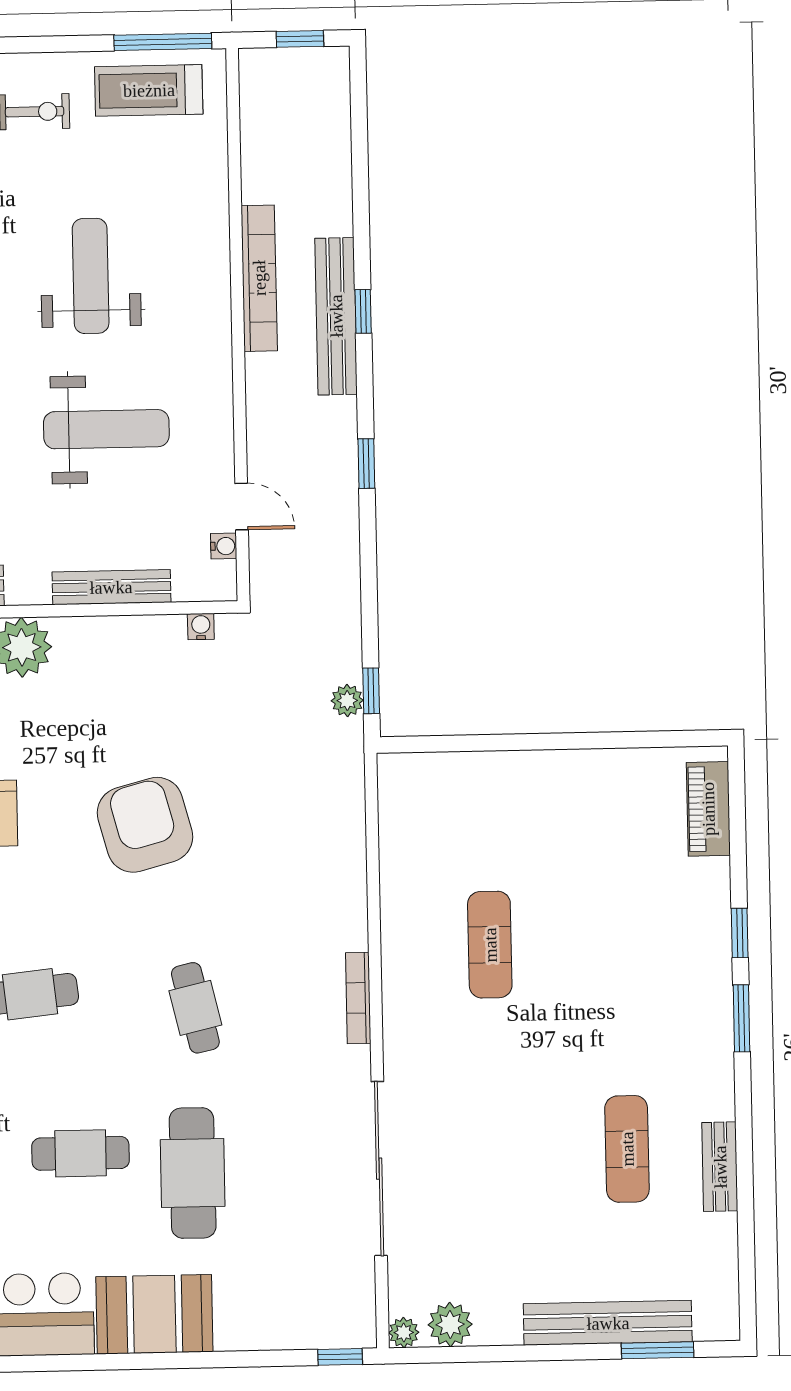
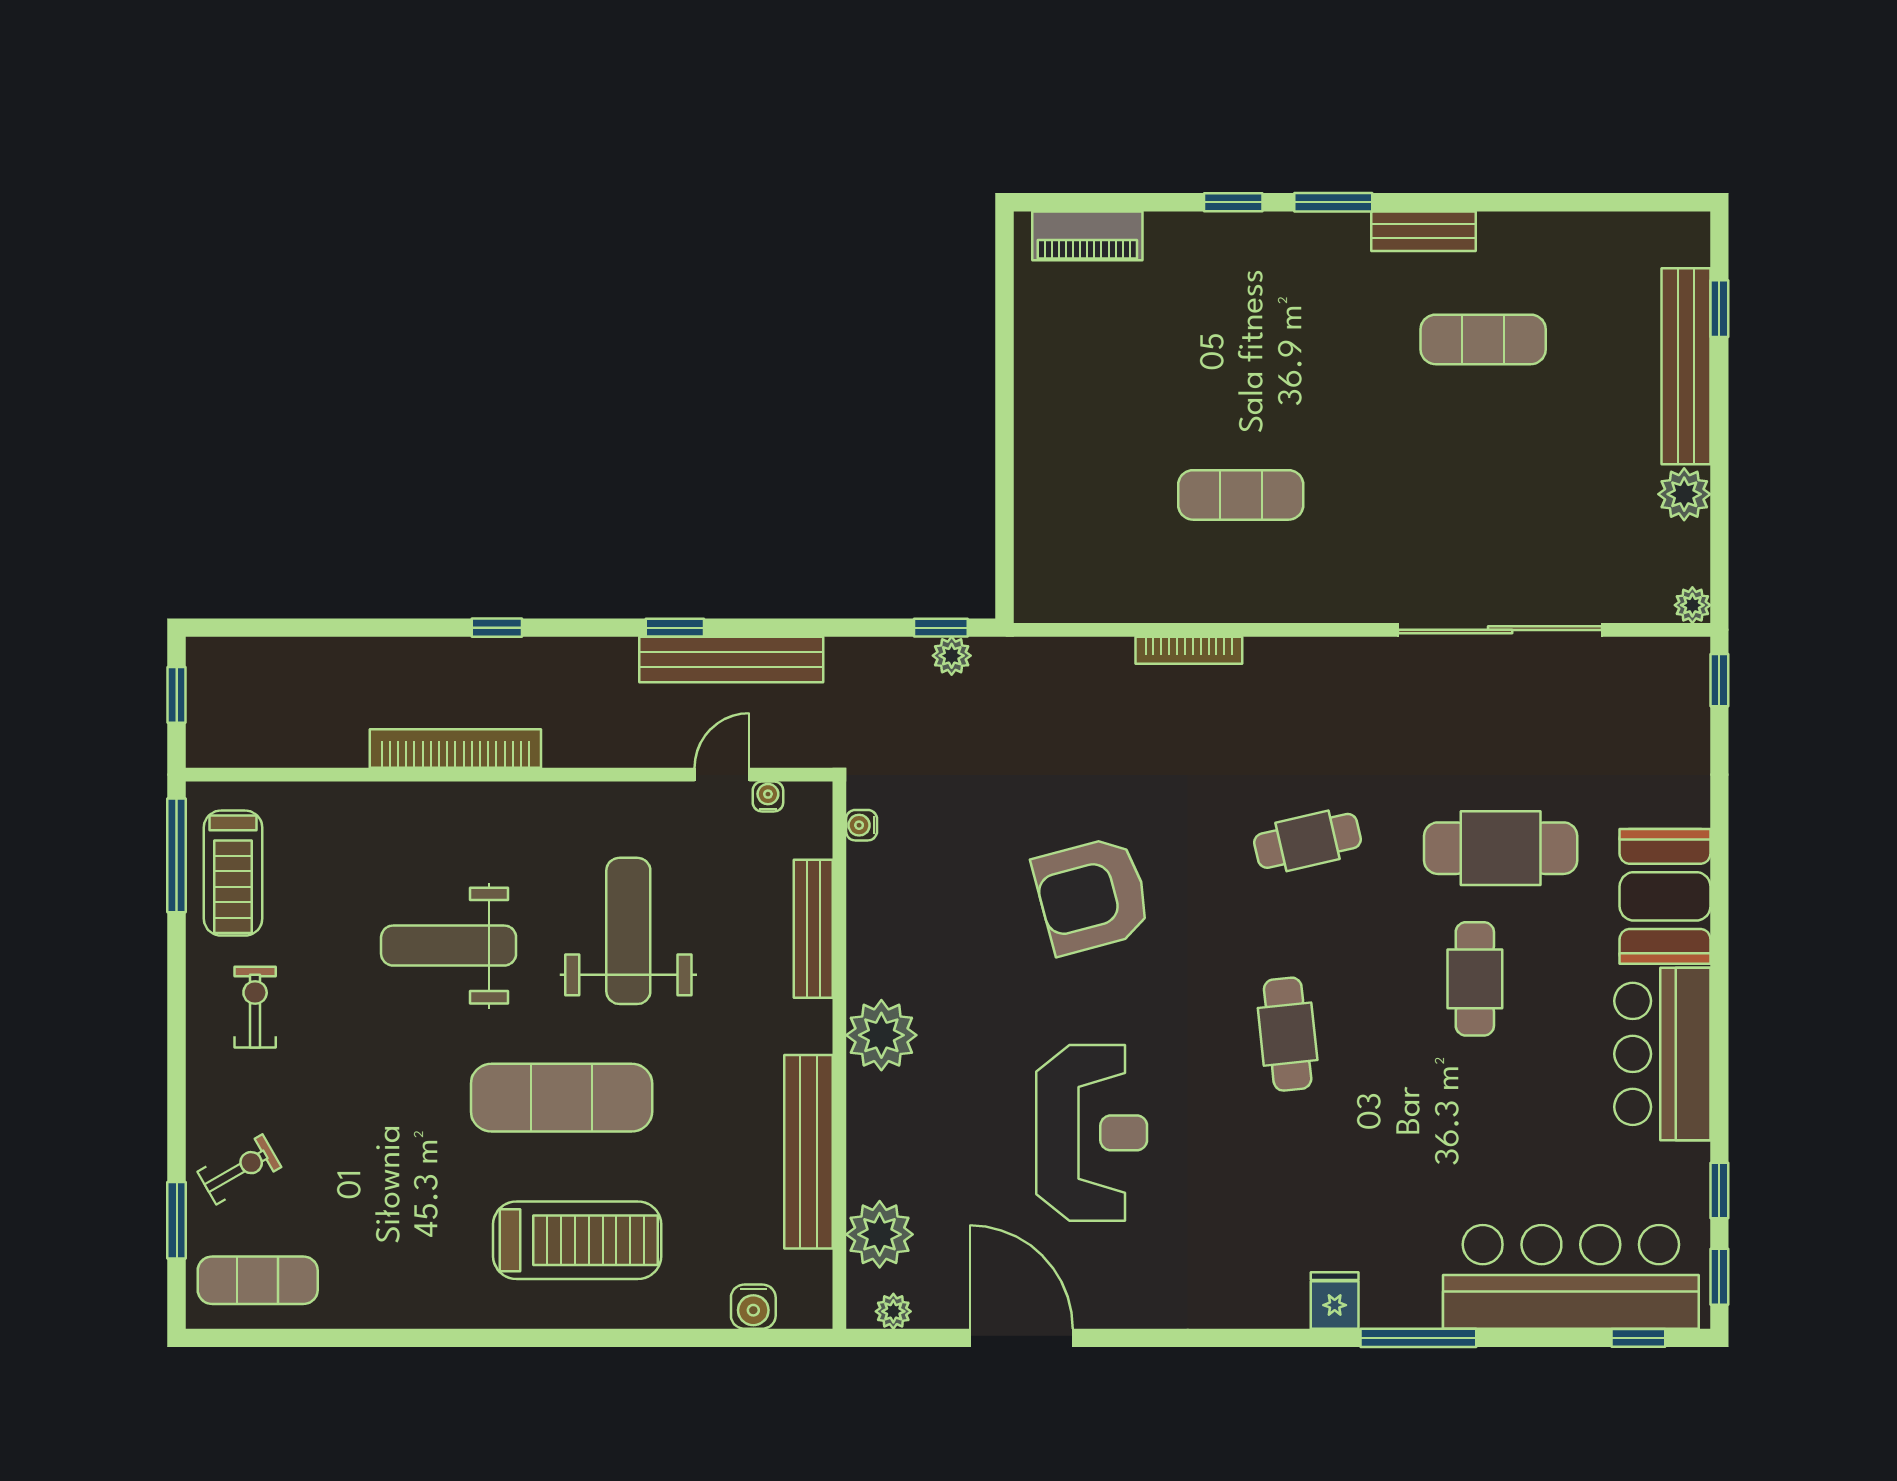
bench: (336, 316) -> (731, 659), moved
bookcase: (358, 998) -> (1189, 650), moved
bench: (720, 1167) -> (1424, 231), moved
plant: (450, 1325) -> (1684, 494), moved
window: (658, 1350) -> (1719, 309), width x0.67

